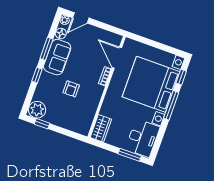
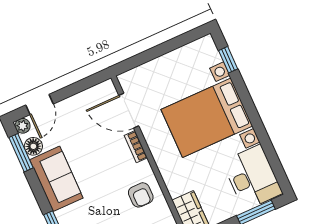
window: (46, 49) -> (21, 153), moved
bed with nightstands: (151, 84) -> (207, 118), width x0.73
armchair: (71, 89) -> (141, 195), moved
window: (171, 105) -> (249, 105), removed

